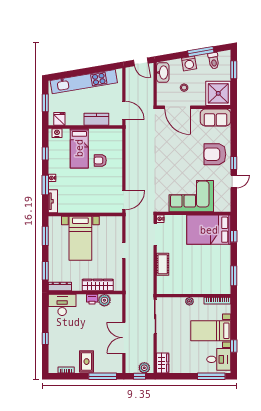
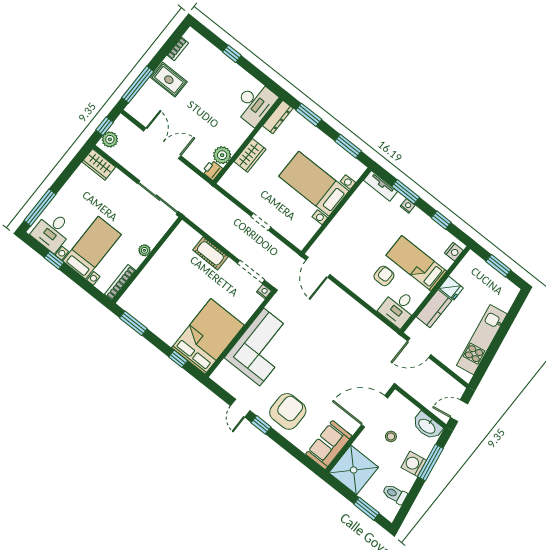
window: (201, 52) -> (430, 462), moved
kitchen unit: (84, 82) -> (482, 340), width x0.73
fridge: (59, 119) -> (451, 288), moved
desk: (111, 139) -> (398, 308), added
wardrobe: (98, 285) -> (250, 155), width x0.67
printer: (92, 299) -> (212, 170), moved

